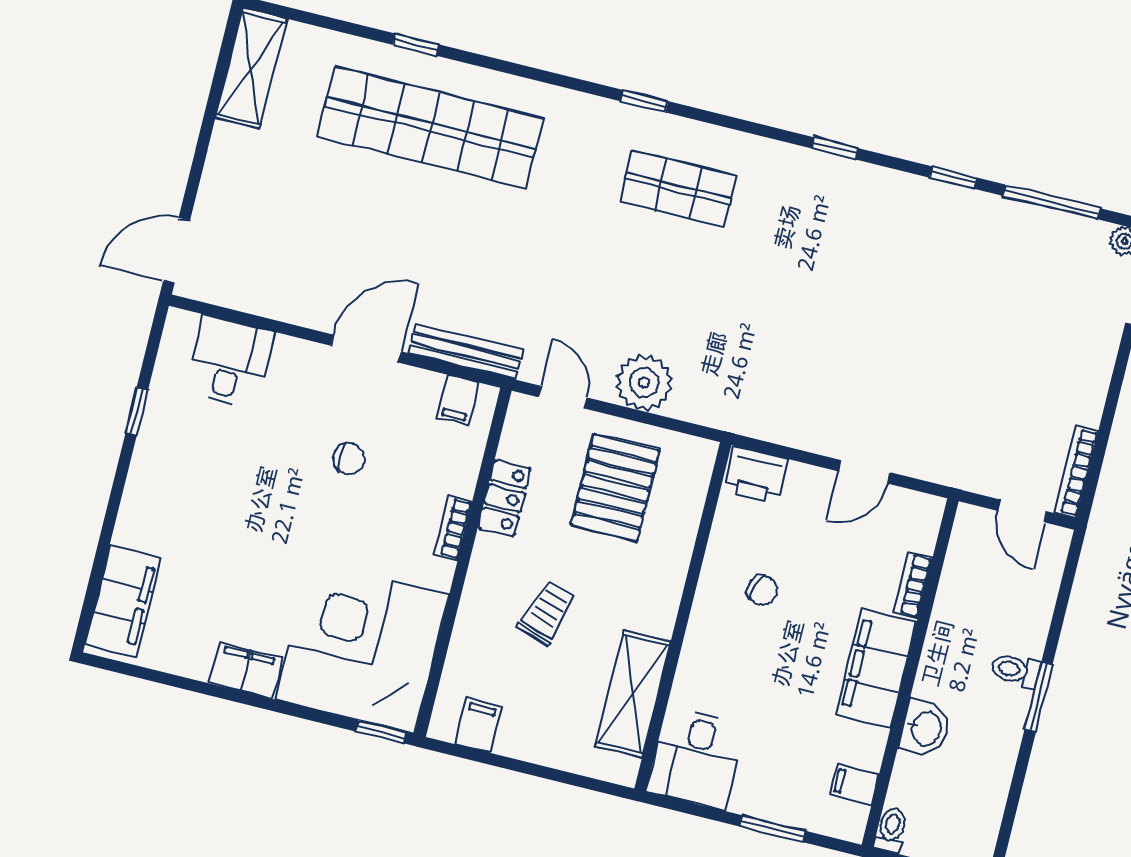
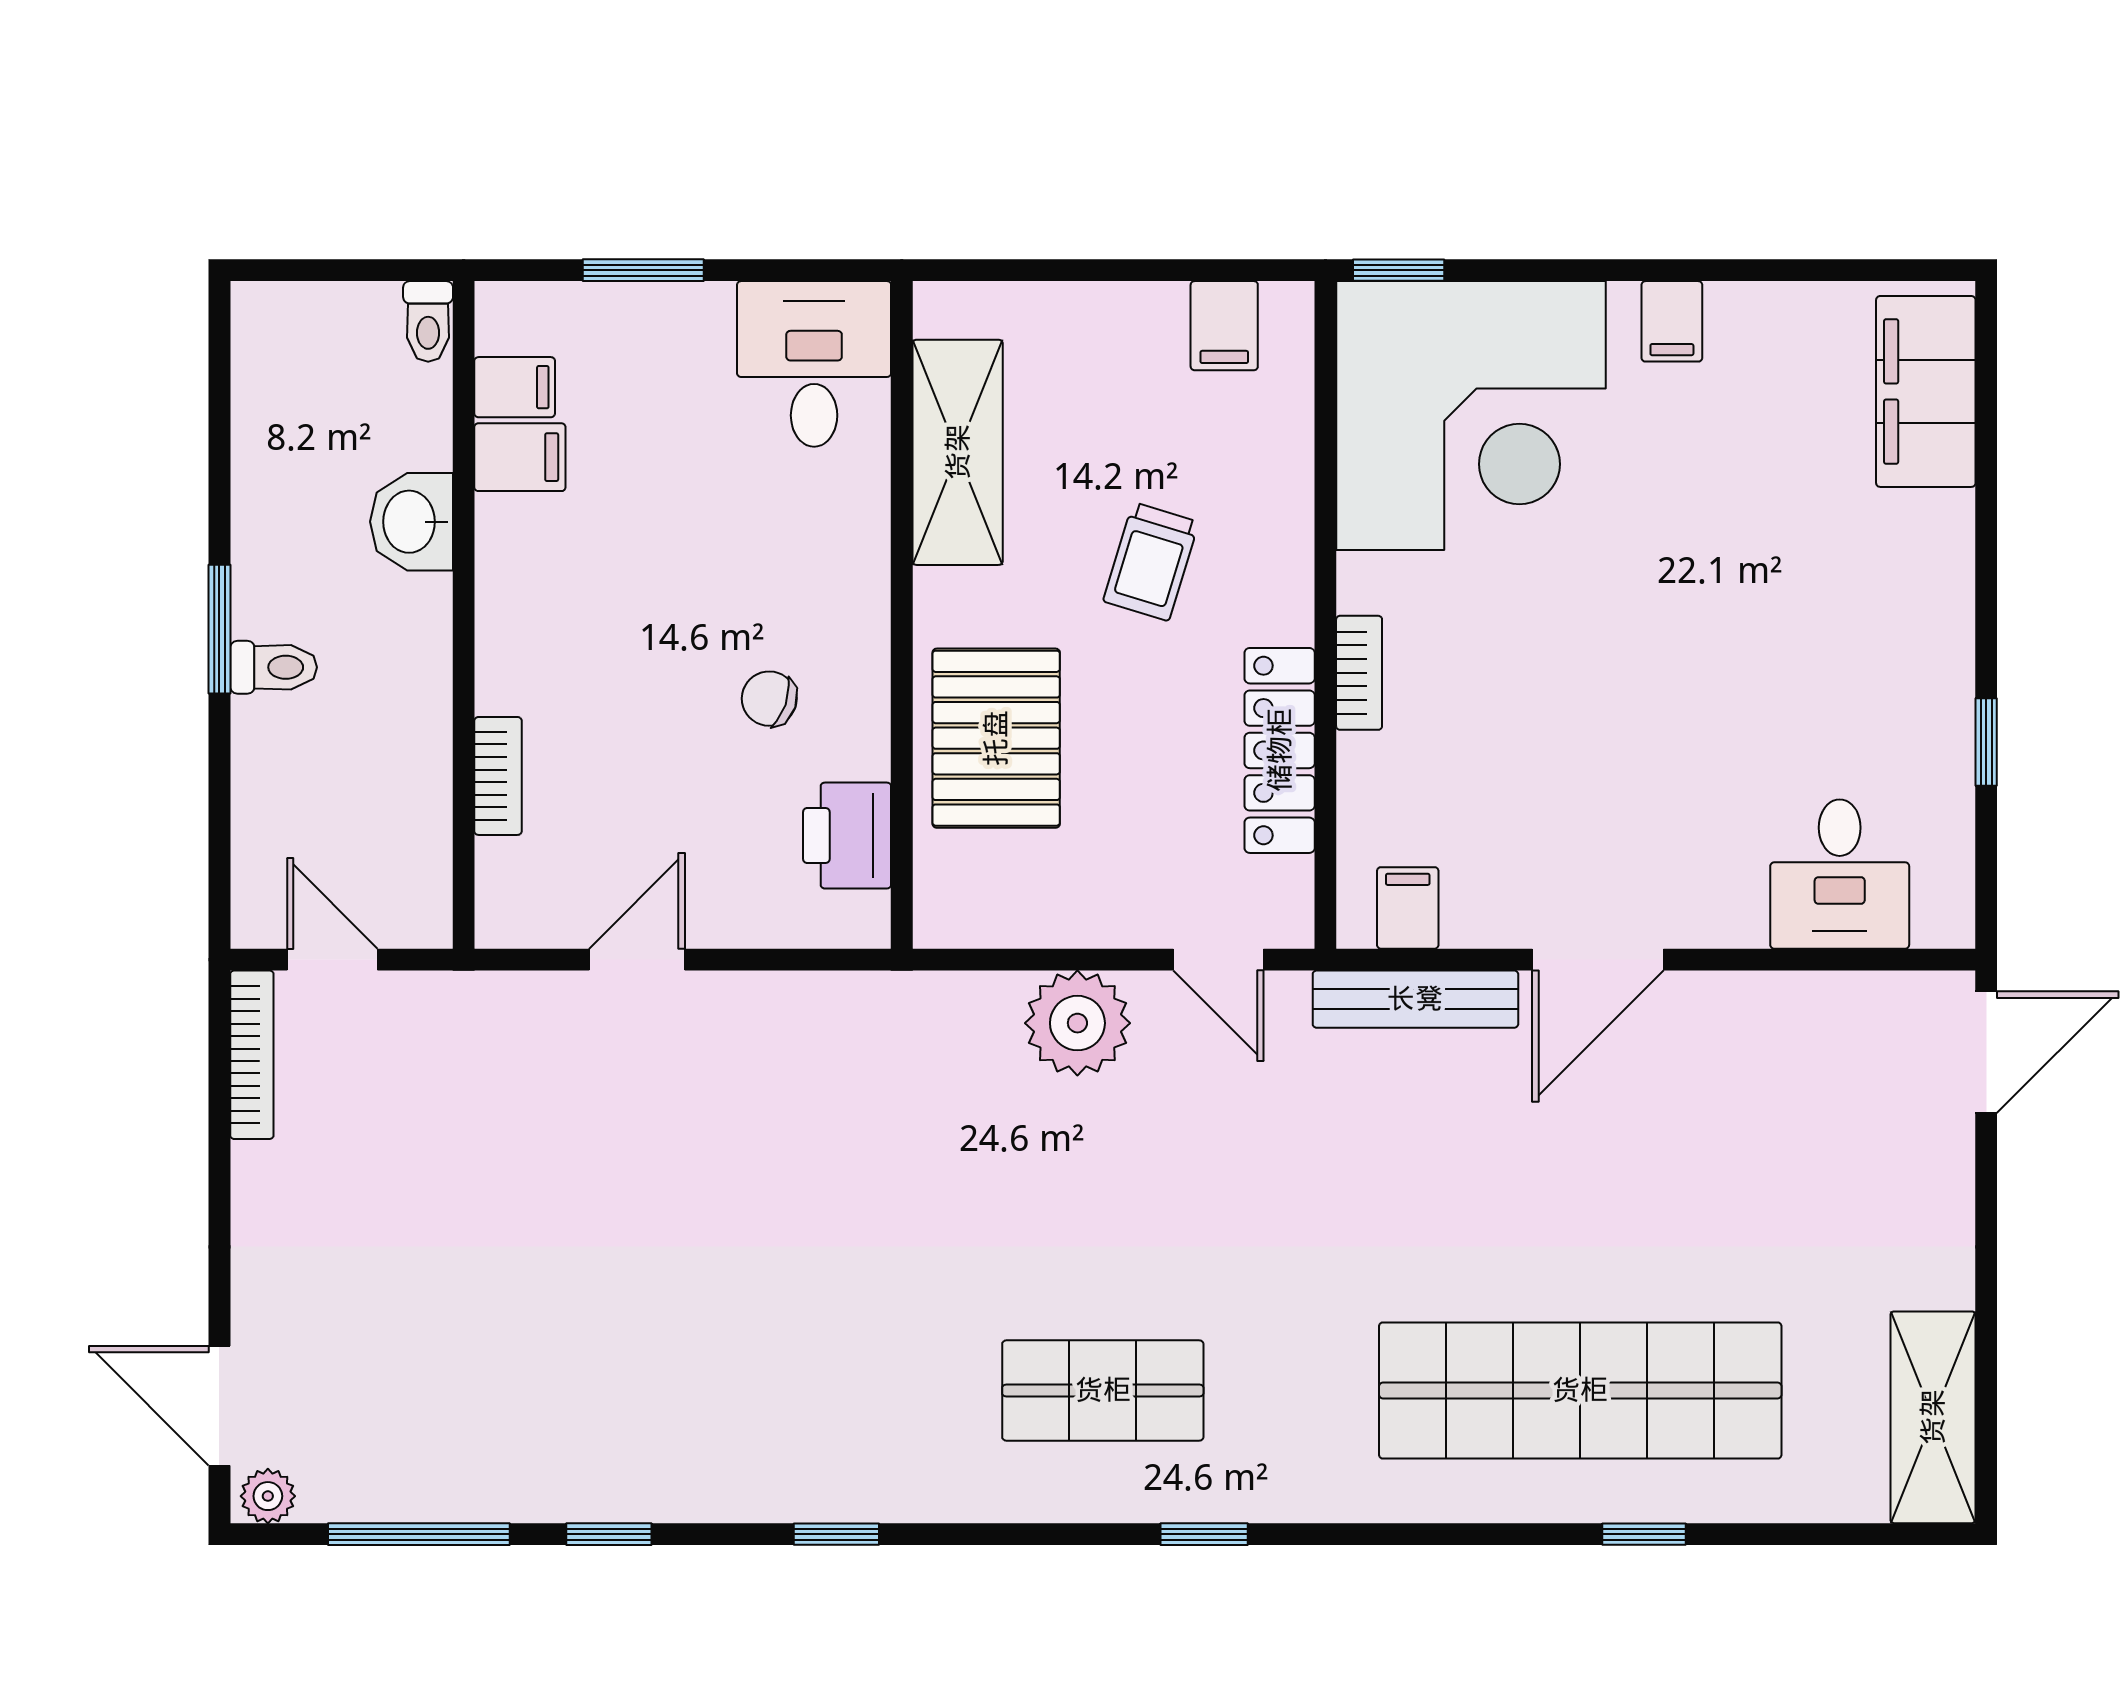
chair: (349, 459) -> (1579, 752), removed
printer: (755, 475) -> (847, 836), moved, turned -90
pallet: (615, 488) -> (996, 738), moved
locker: (504, 498) -> (1280, 750), width x1.53
filing cabinet: (876, 668) -> (520, 457), moved, width x0.33, depth x0.86
filing cabinet: (246, 670) -> (1672, 321), width x0.50

